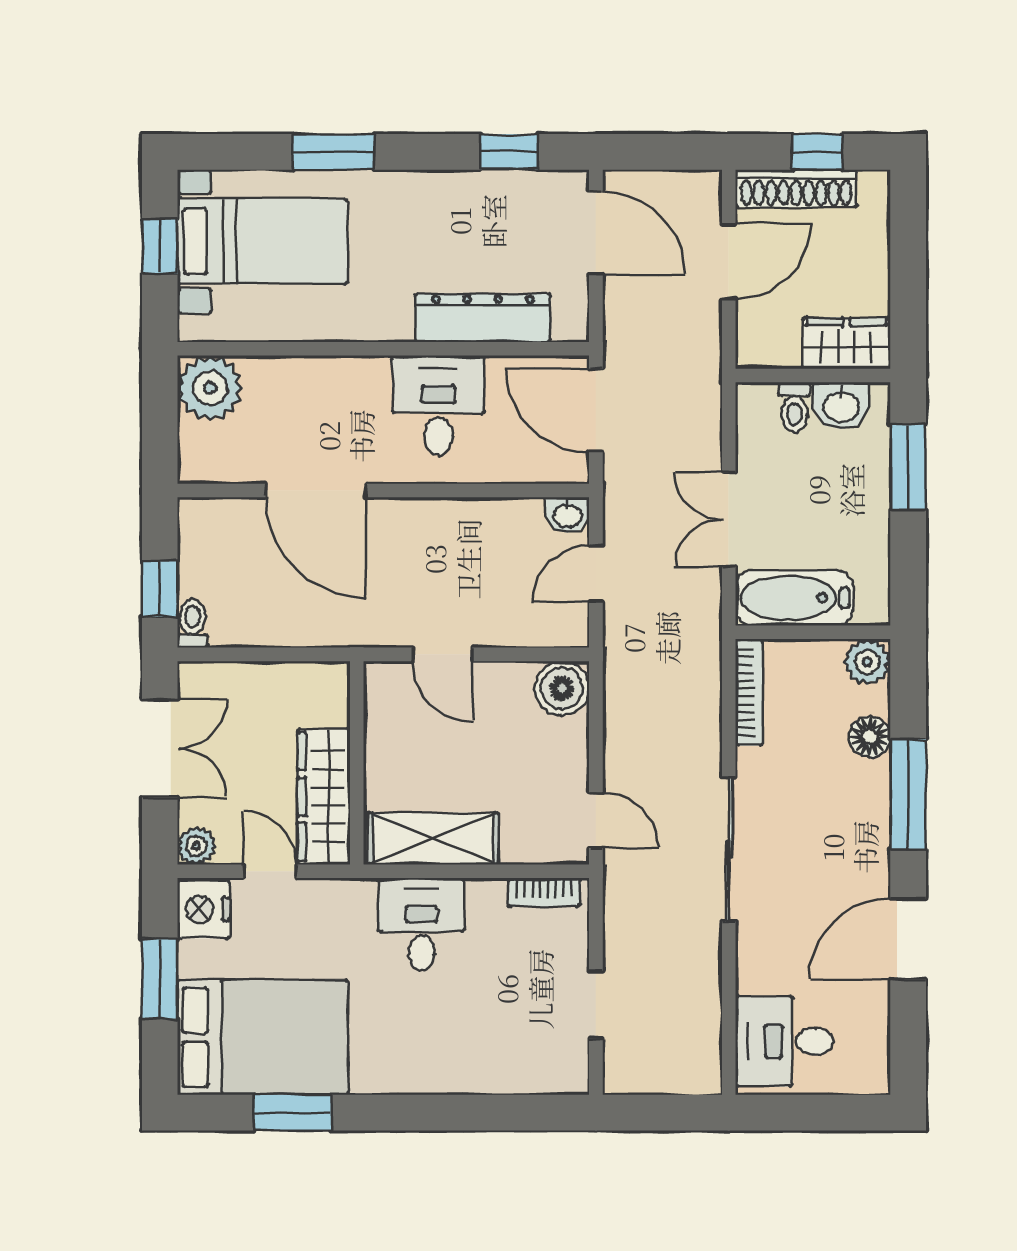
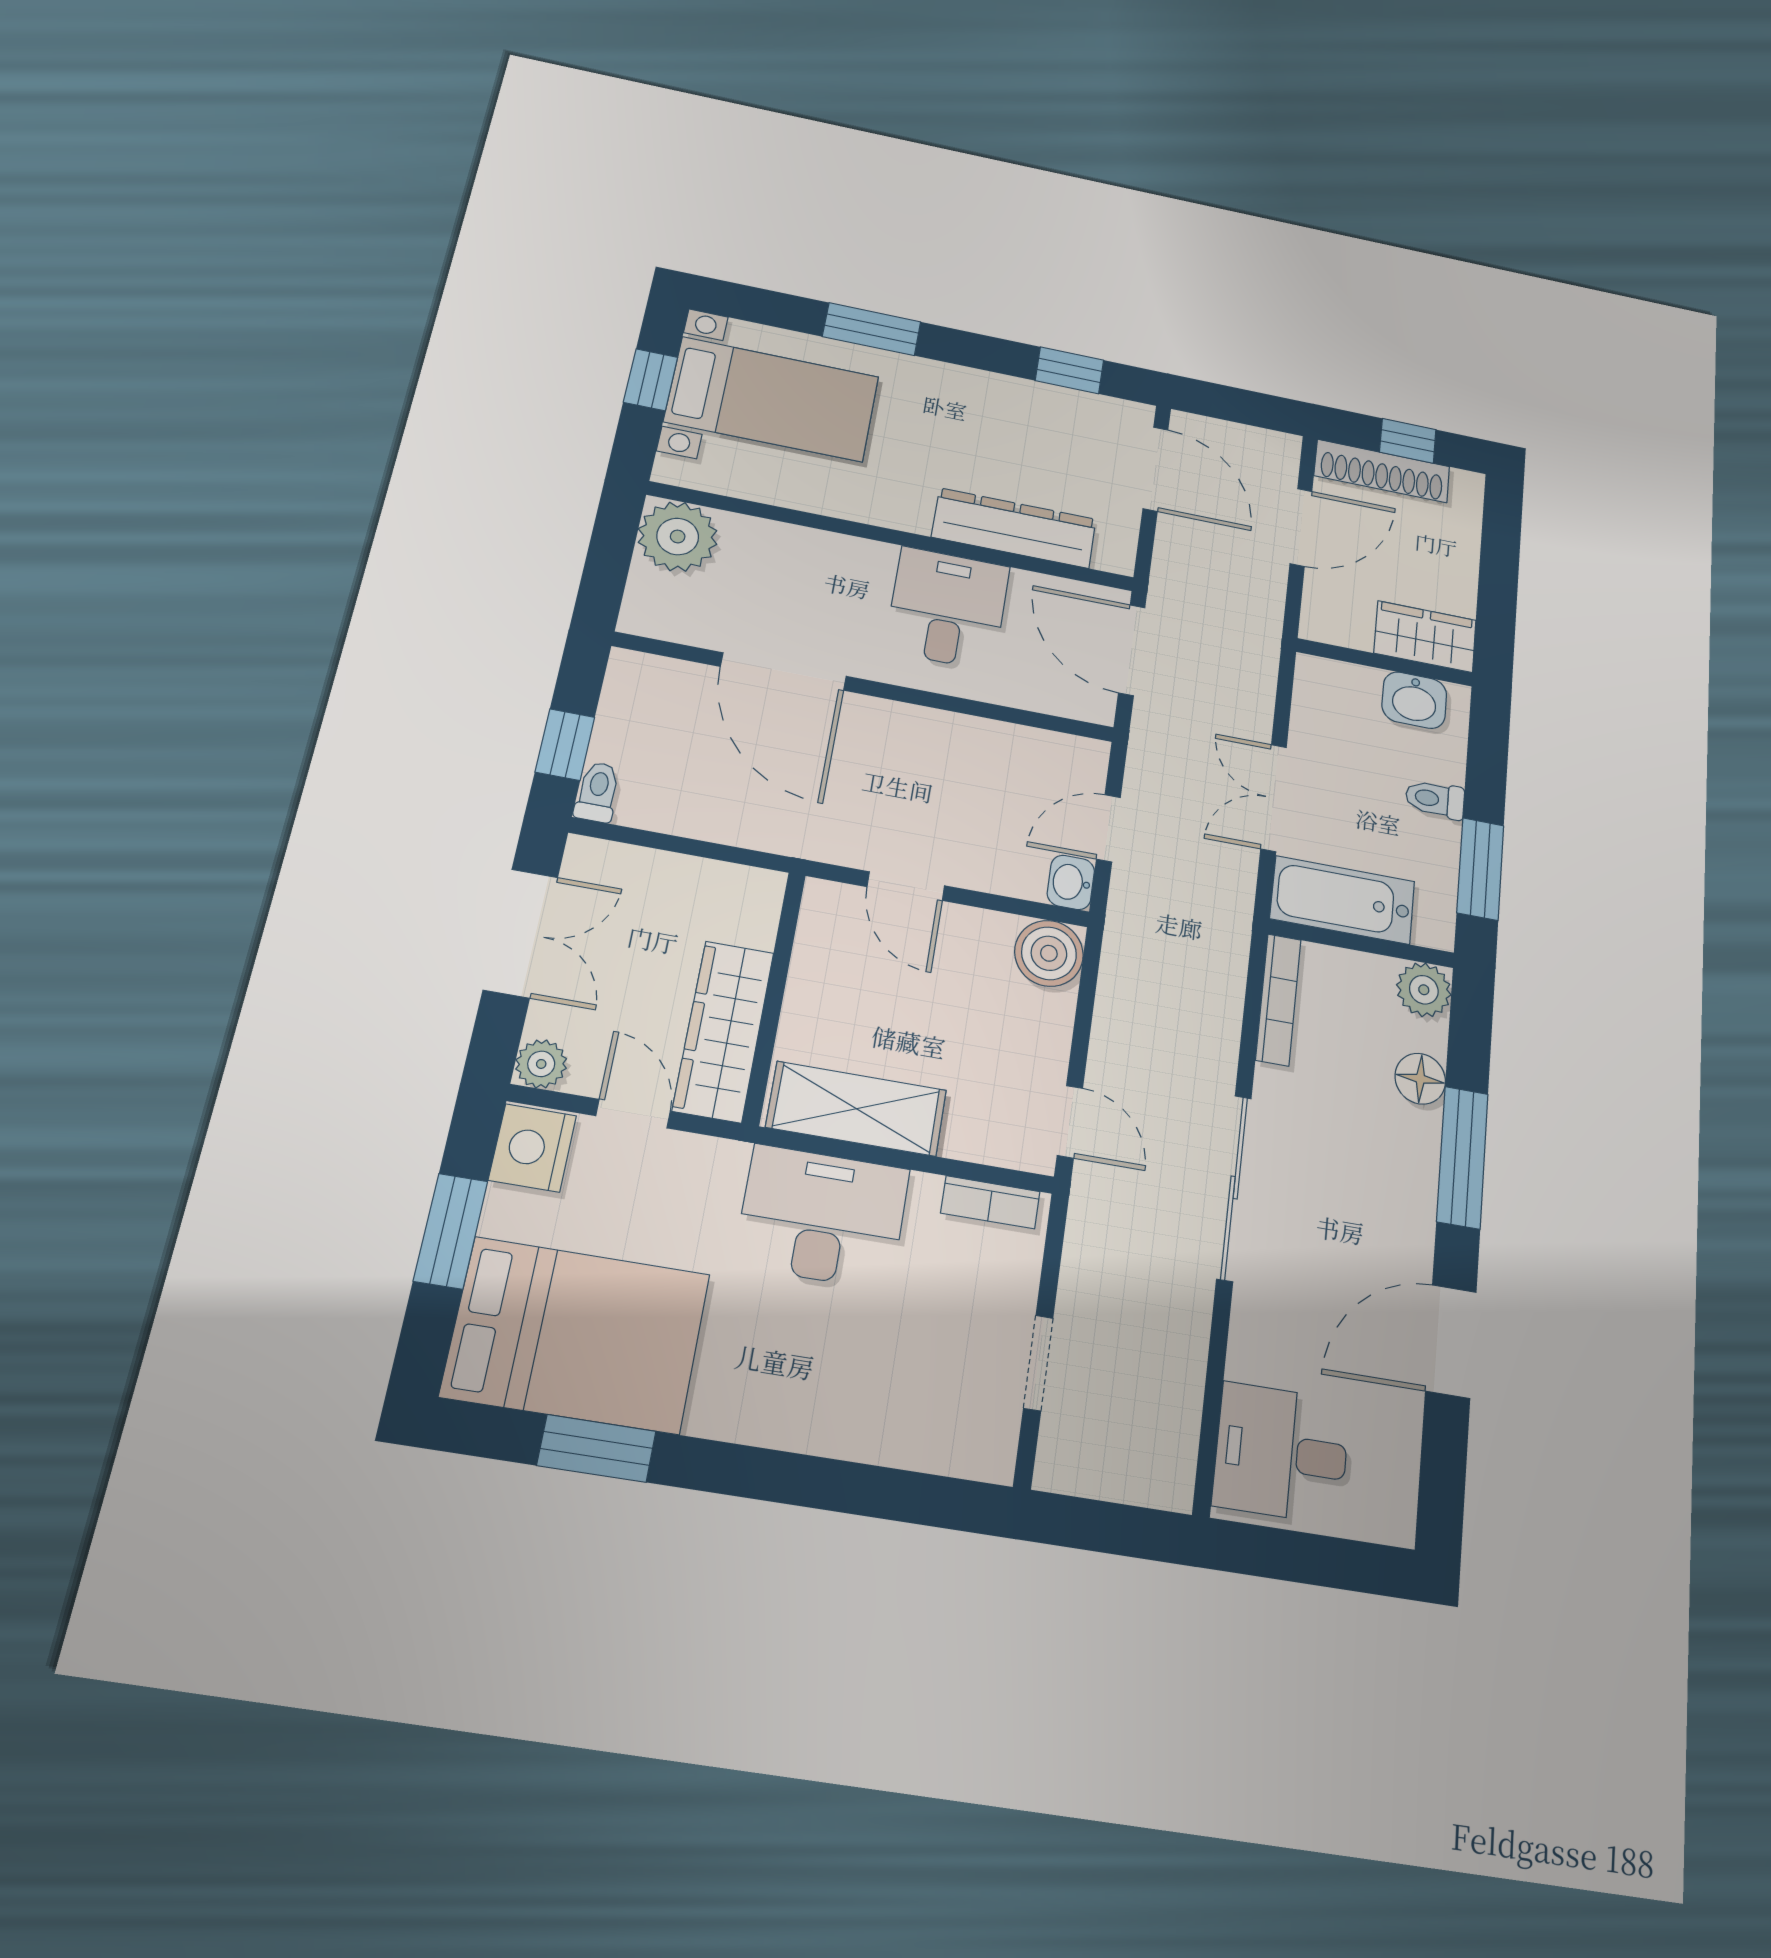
toilet: (794, 407) -> (1435, 799), moved, turned 90
window: (908, 467) -> (1480, 869), moved
washbasin: (567, 515) -> (1071, 882), moved, turned 90
desk: (421, 924) -> (822, 1217), width x1.37

